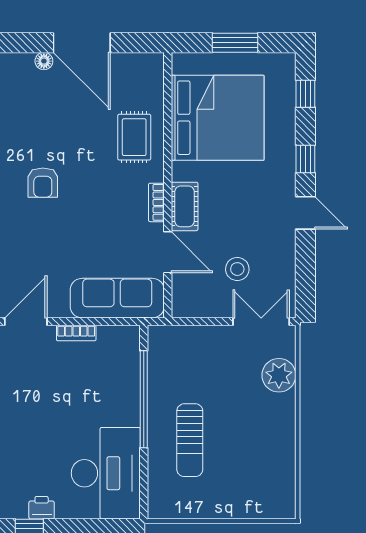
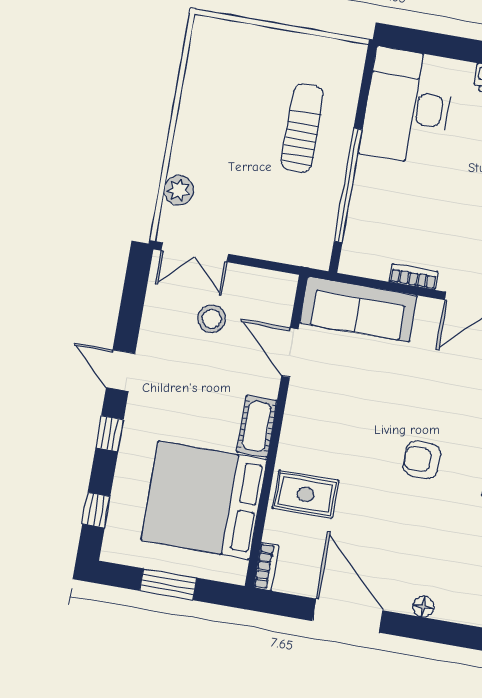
floor lamp: (44, 61) -> (423, 607), moved
rug: (134, 137) -> (306, 494), turned 90
armchair: (43, 183) -> (422, 460), turned -90
bookcase: (156, 202) -> (266, 567), moved
cot: (185, 206) -> (257, 426), moved
plant: (279, 375) -> (179, 190), width x0.73, depth x0.73

